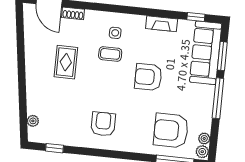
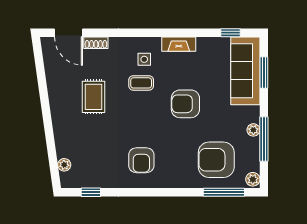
fireplace: (162, 24) -> (179, 44), moved
window: (218, 98) -> (264, 139), moved
armchair: (103, 124) -> (141, 160), turned 180
plant: (204, 138) -> (253, 130), moved

